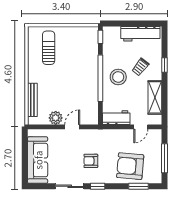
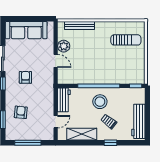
door: (141, 127) -> (56, 122), swing flipped
armchair: (130, 166) -> (21, 112), width x0.53, depth x0.53

